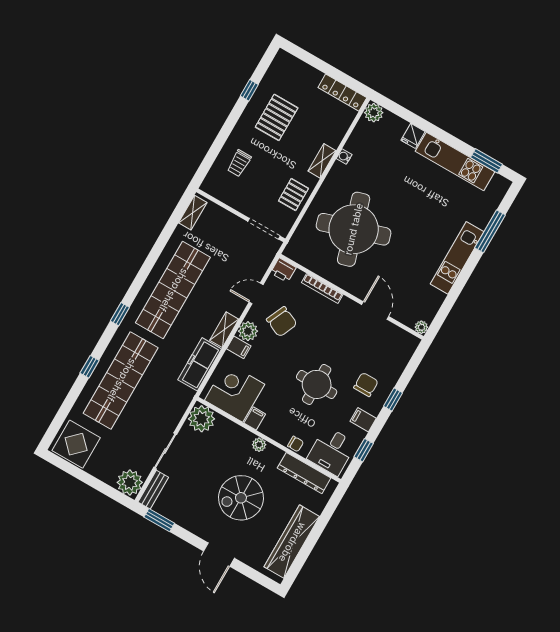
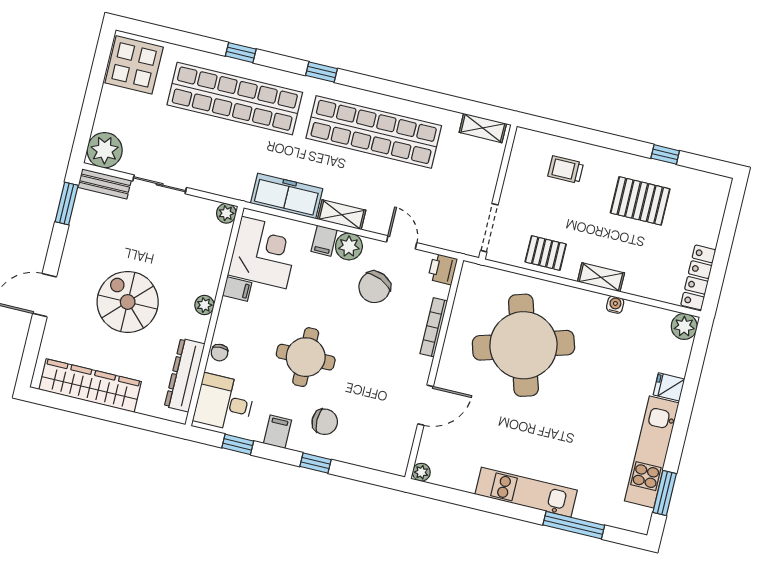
plant: (202, 419) -> (226, 213), width x0.53, depth x0.53

